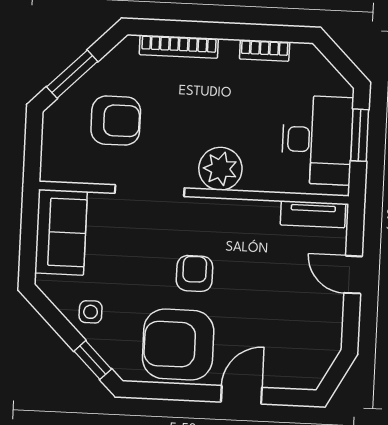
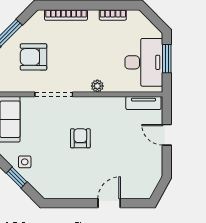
armchair: (116, 121) -> (34, 57), turned 180
plant: (220, 169) -> (97, 86), width x0.53, depth x0.53
armchair: (178, 344) -> (73, 177), removed
window: (93, 360) -> (17, 178), moved

